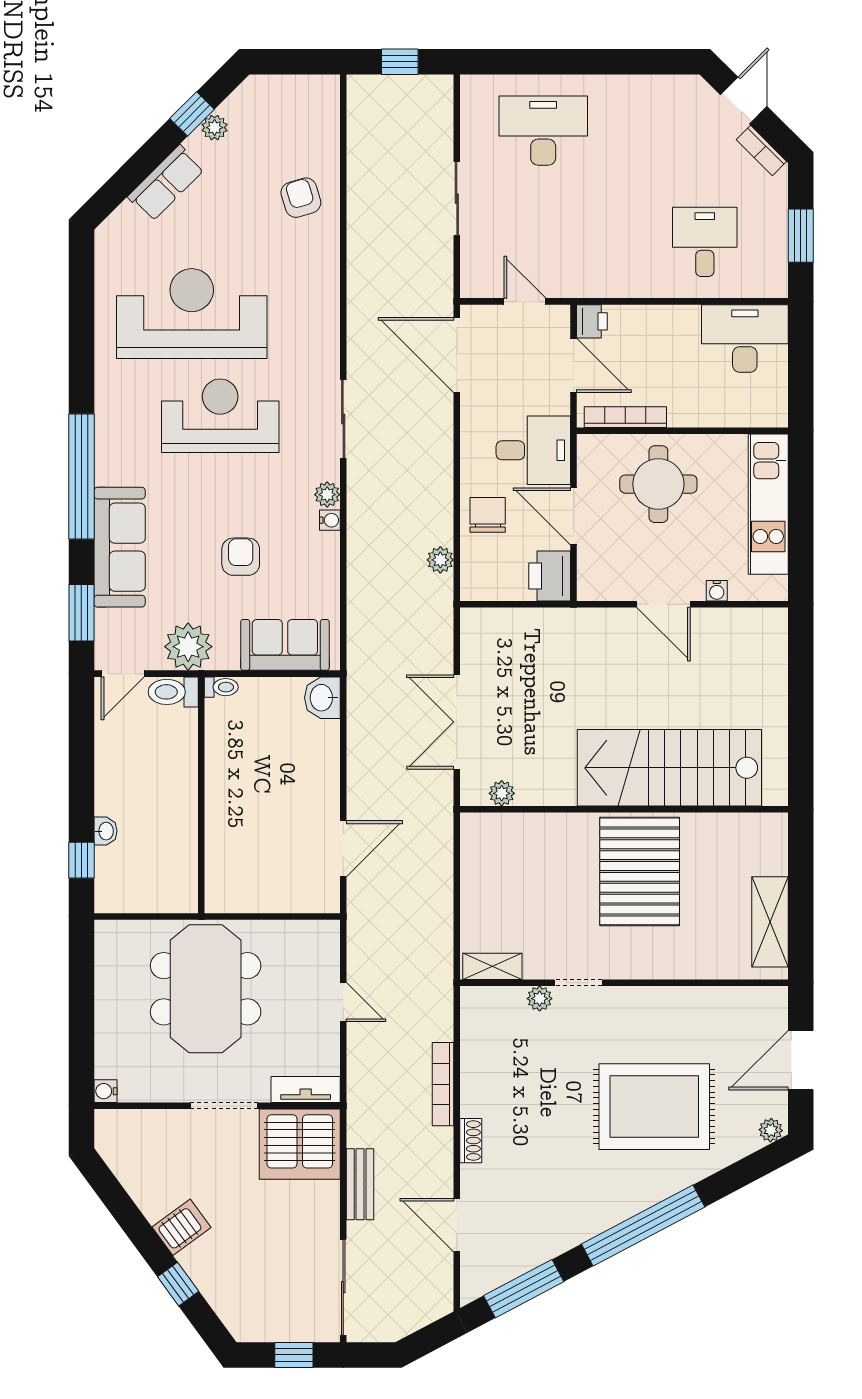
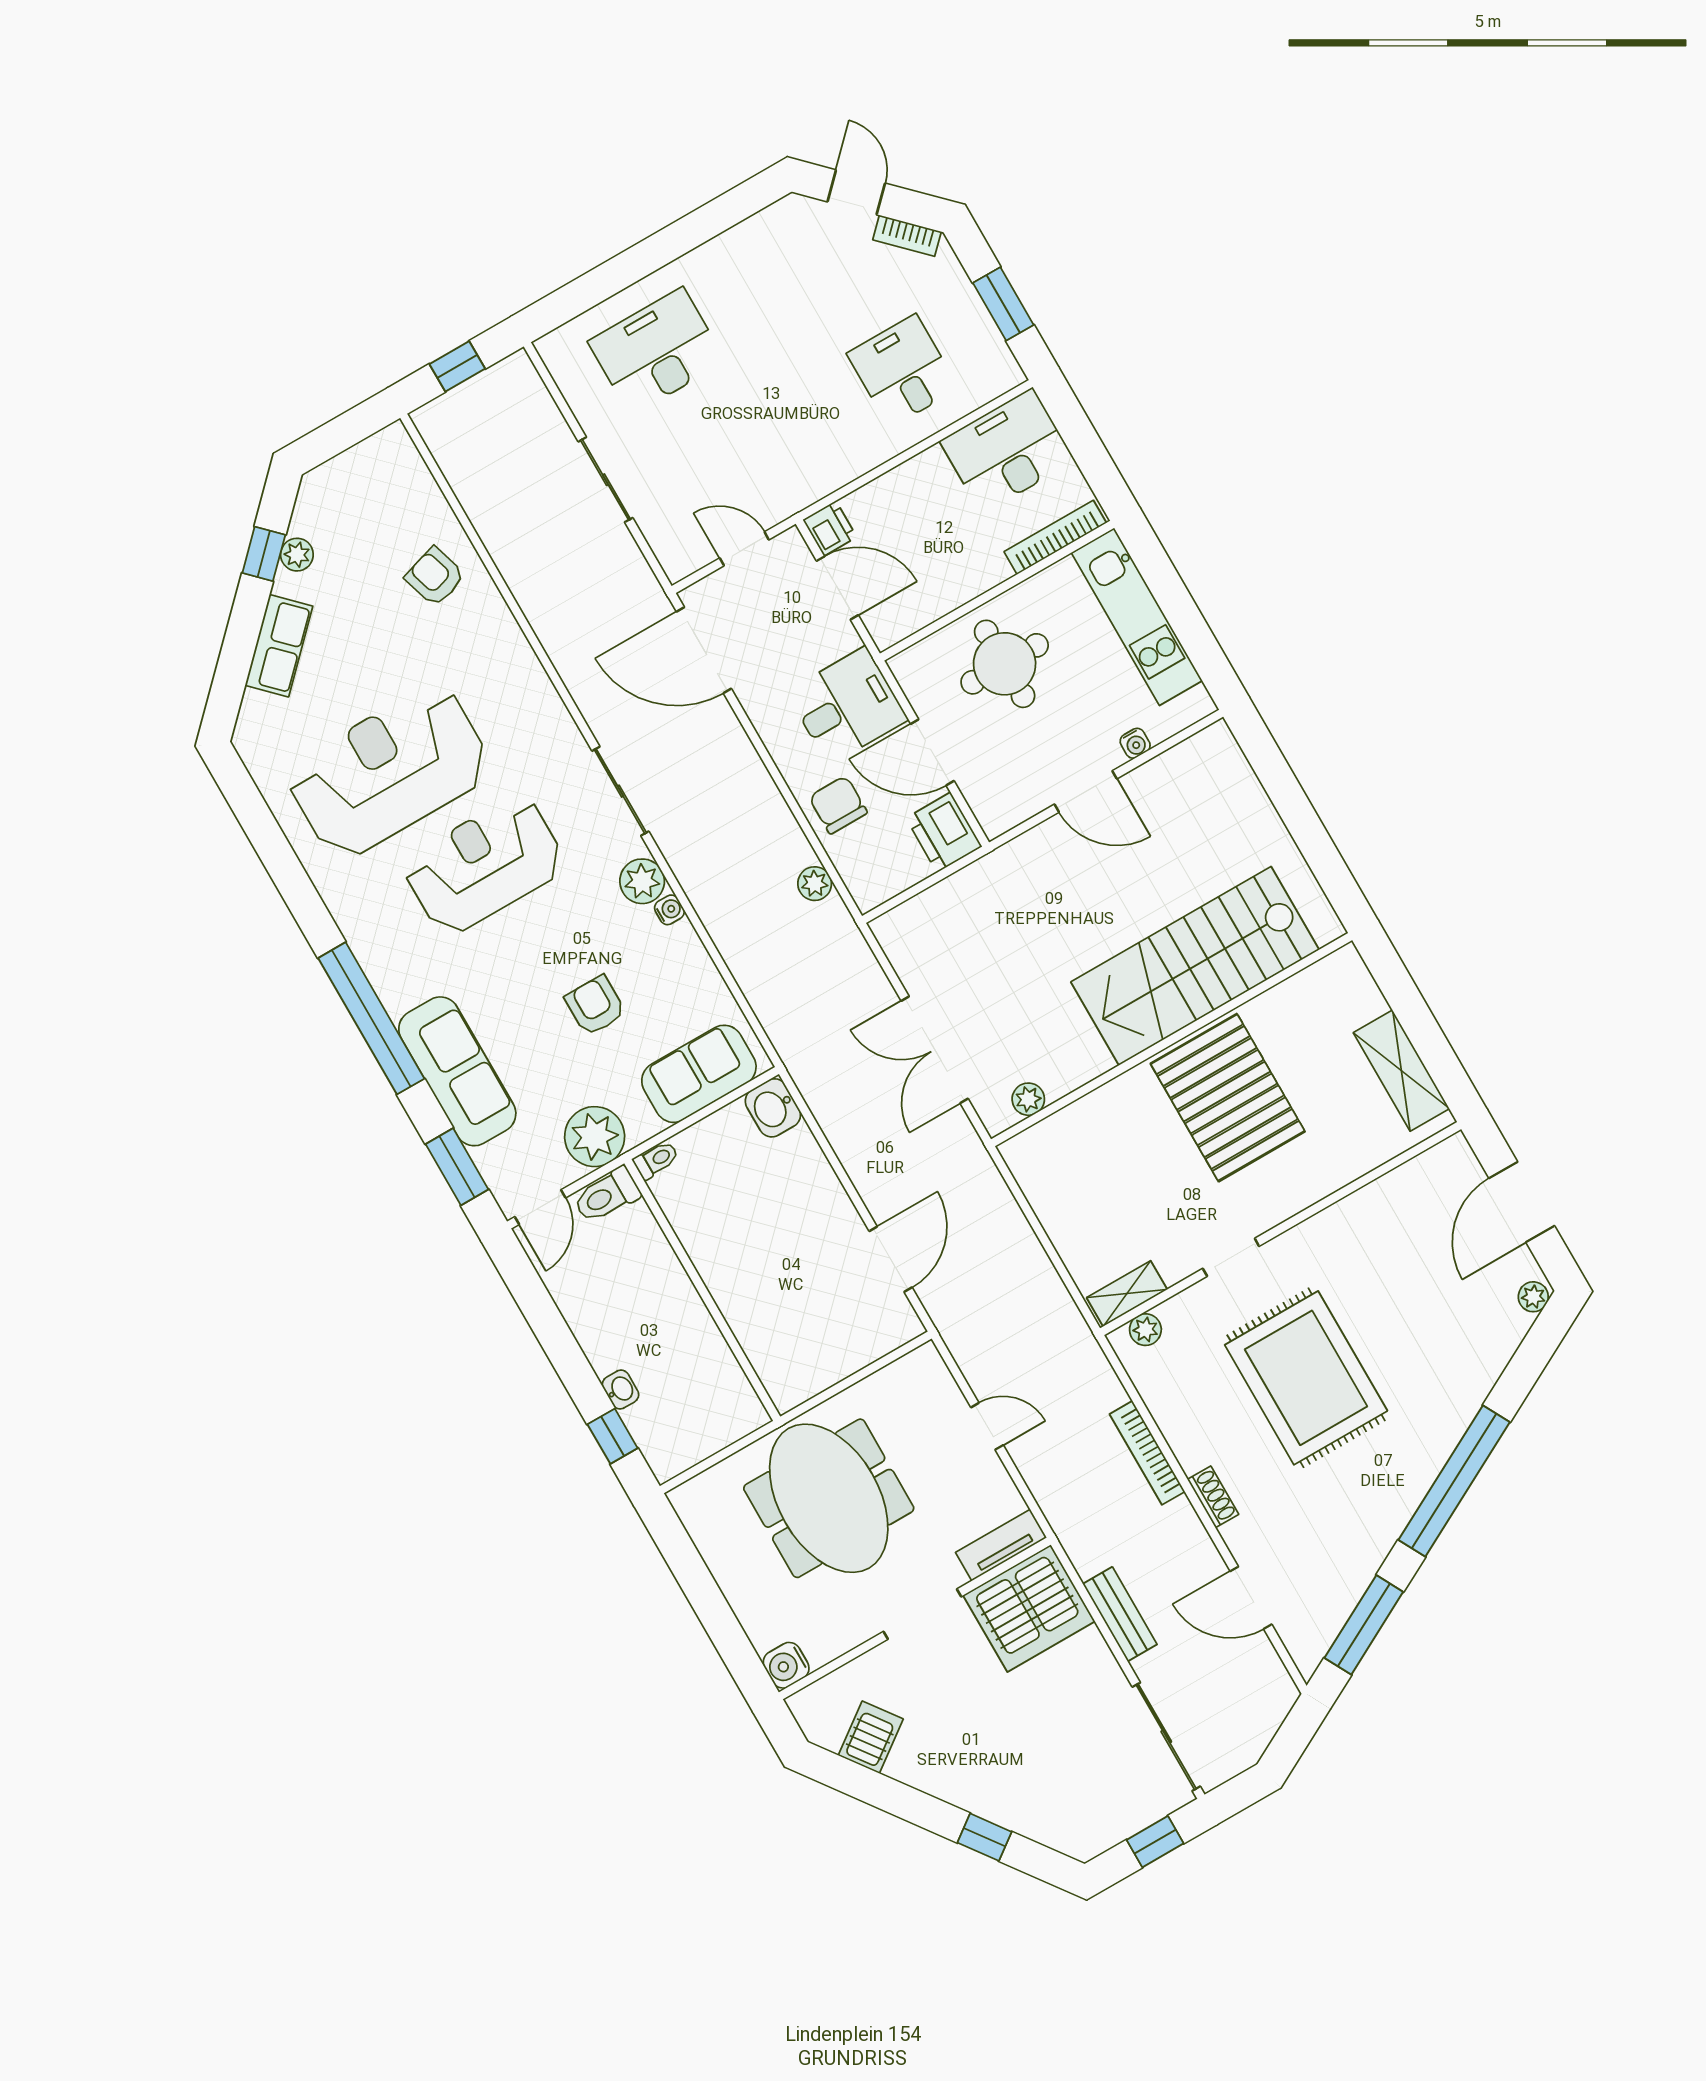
bookcase: (625, 417) -> (1055, 537), moved
plant: (327, 495) -> (642, 881), width x1.38, depth x1.38
plant: (540, 999) -> (1145, 1330), moved
water cooler: (105, 1091) -> (786, 1665), width x1.38, depth x1.38
rug: (654, 1107) -> (1306, 1378), moved, turned 90
server rack: (182, 1227) -> (871, 1737), moved

